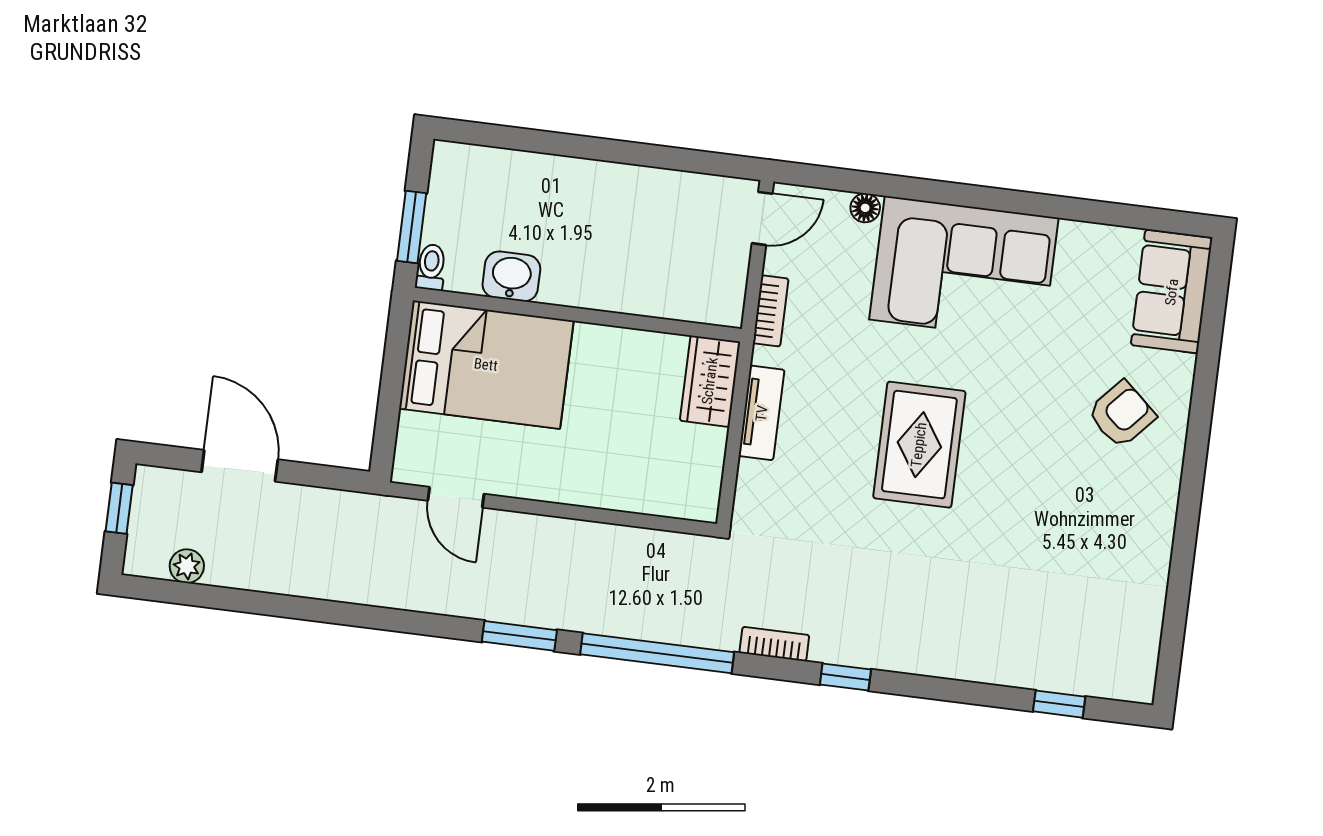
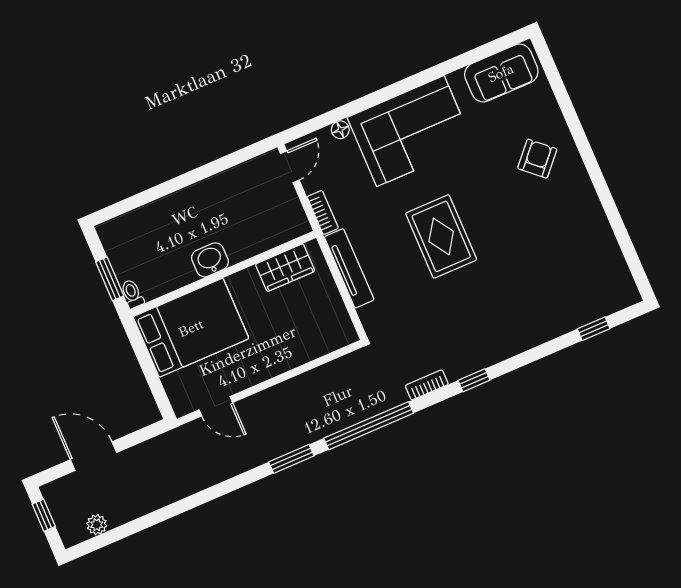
washbasin: (511, 276) -> (210, 260), moved
sofa: (1172, 292) -> (501, 73), moved, turned -90
wardrobe: (710, 381) -> (285, 268), moved, turned -90
tv unit: (762, 413) -> (349, 268), width x1.41

